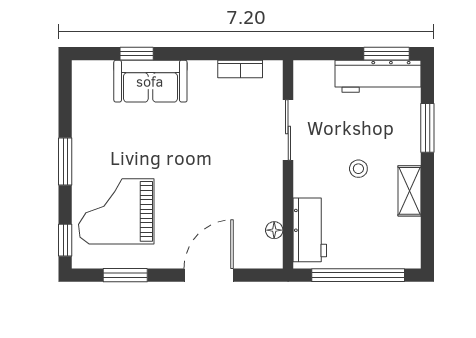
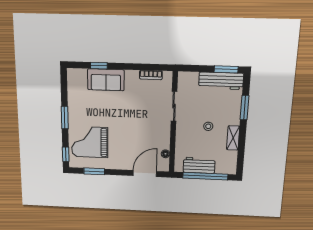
workbench: (310, 230) -> (199, 165), moved, turned -90
door: (209, 275) -> (145, 174), moved

